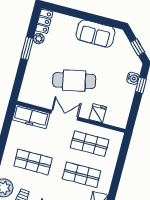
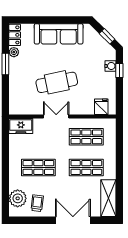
sofa: (95, 34) -> (59, 34), width x1.36
fridge: (98, 113) -> (101, 107), moved
freezer: (31, 117) -> (21, 126), width x0.71

